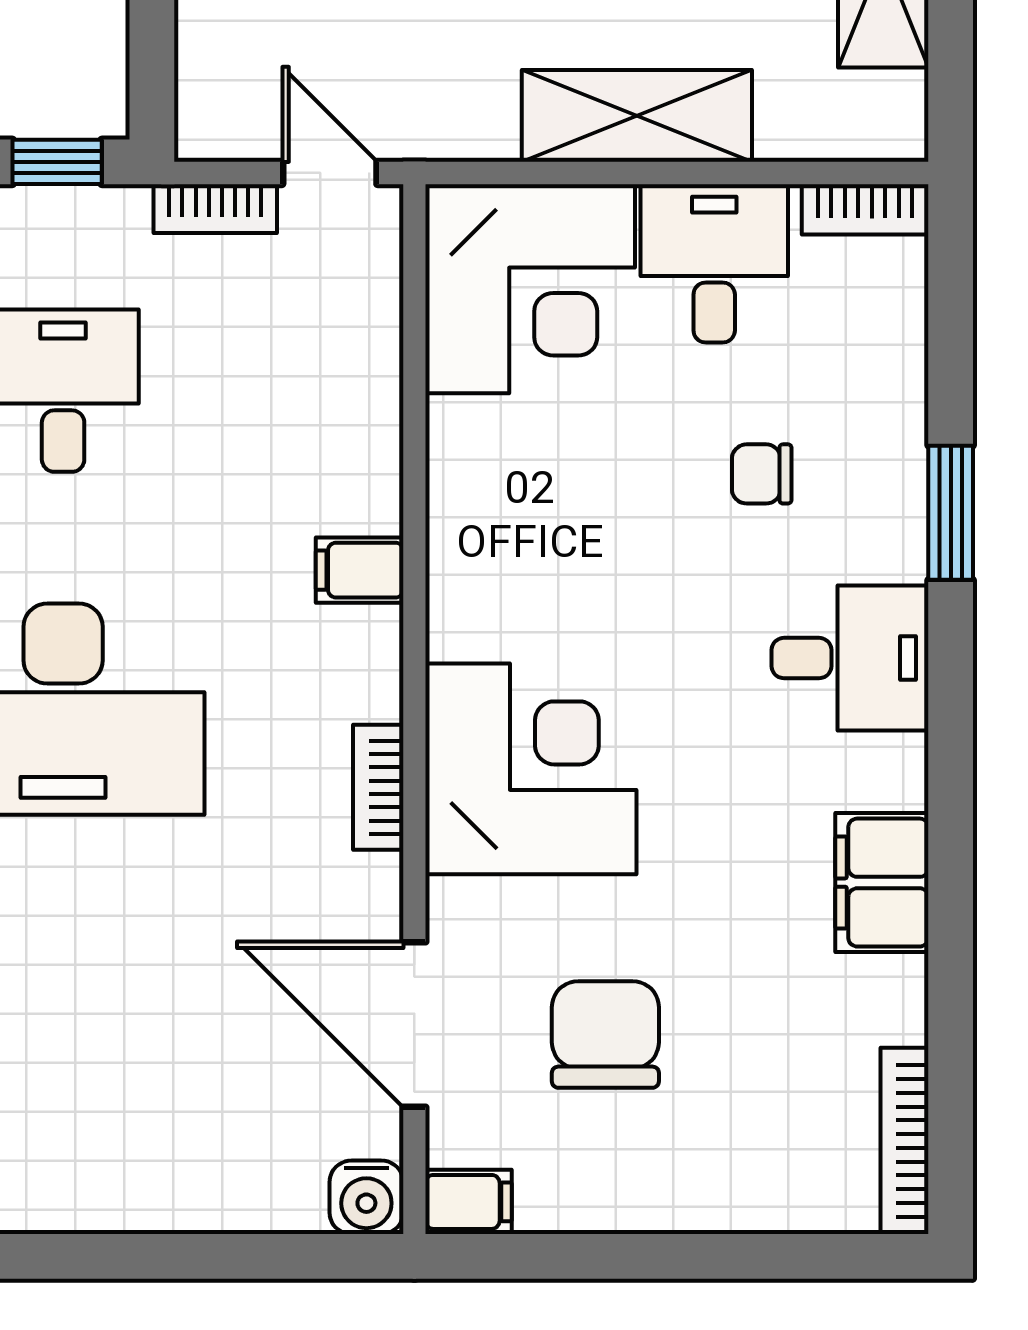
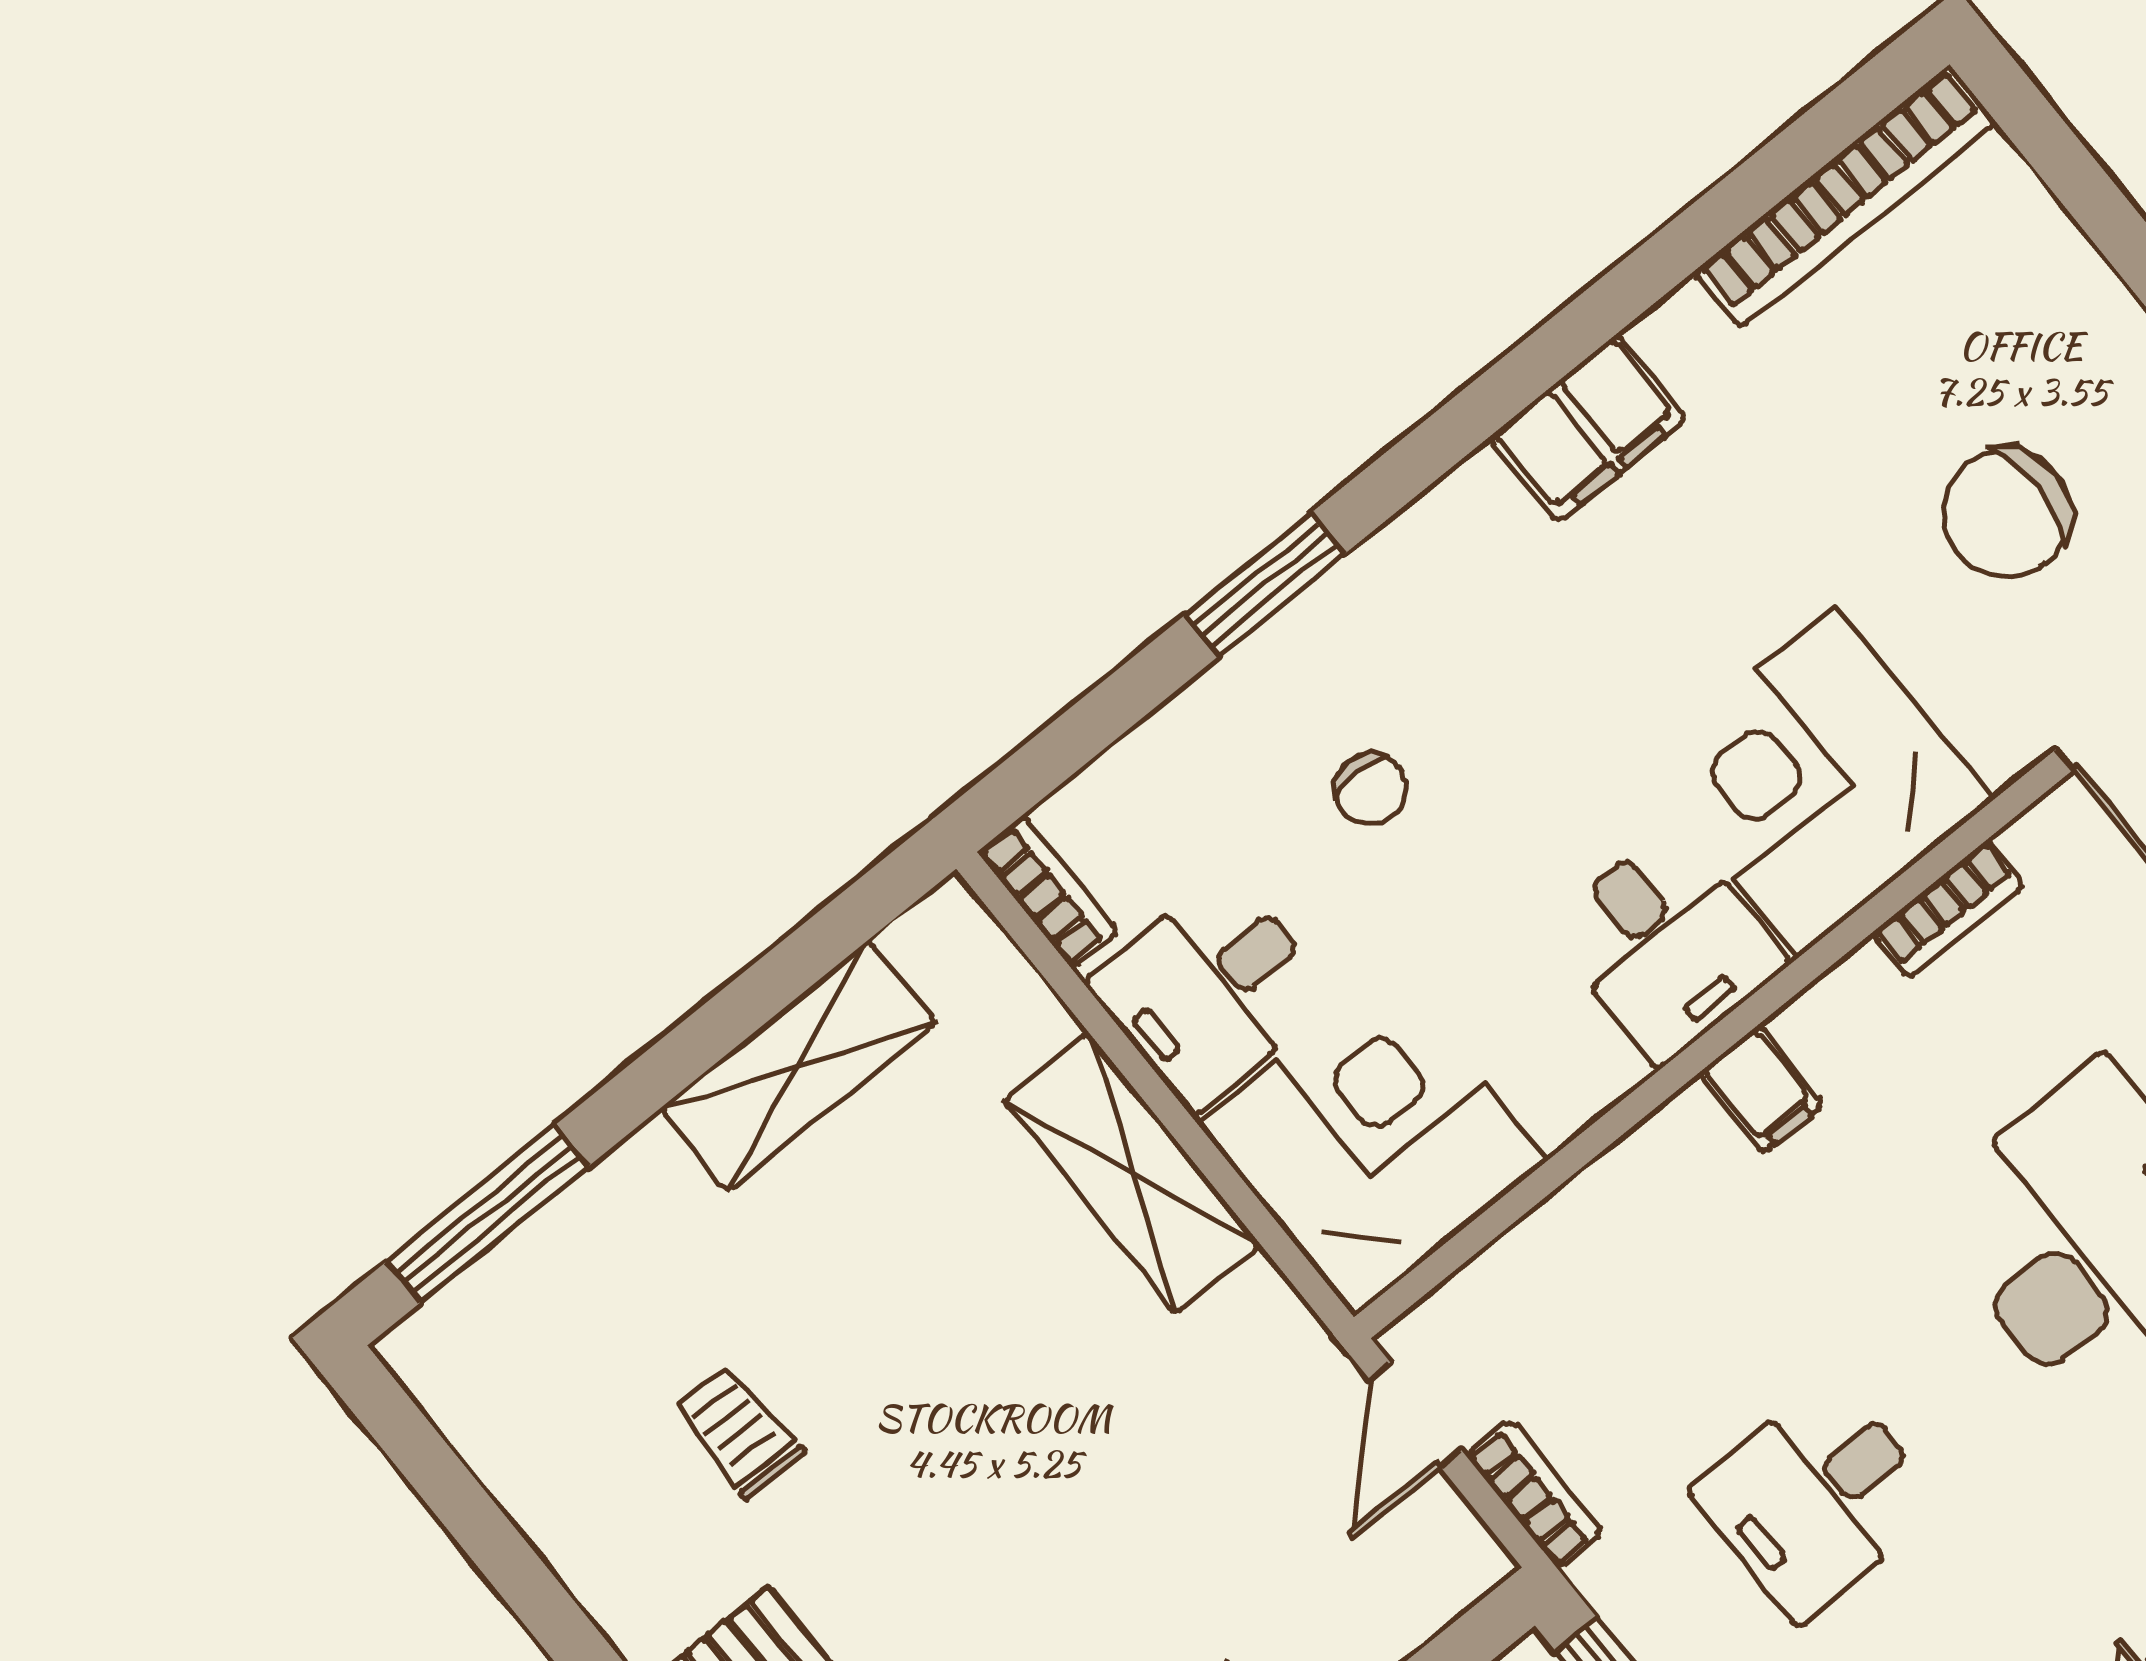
desk: (850, 658) -> (1666, 945), moved, turned 180
filing cabinet: (882, 883) -> (1588, 428), moved
bookcase: (905, 1141) -> (1845, 197), width x1.48, depth x1.31

